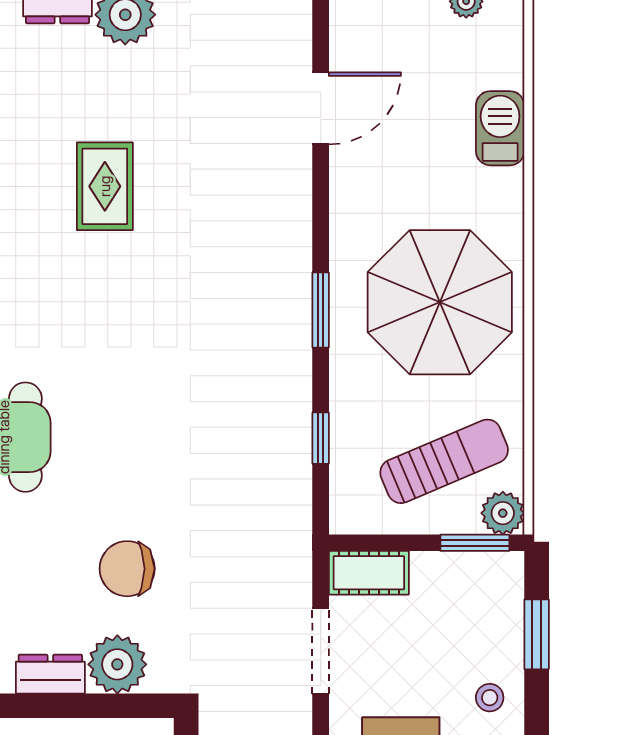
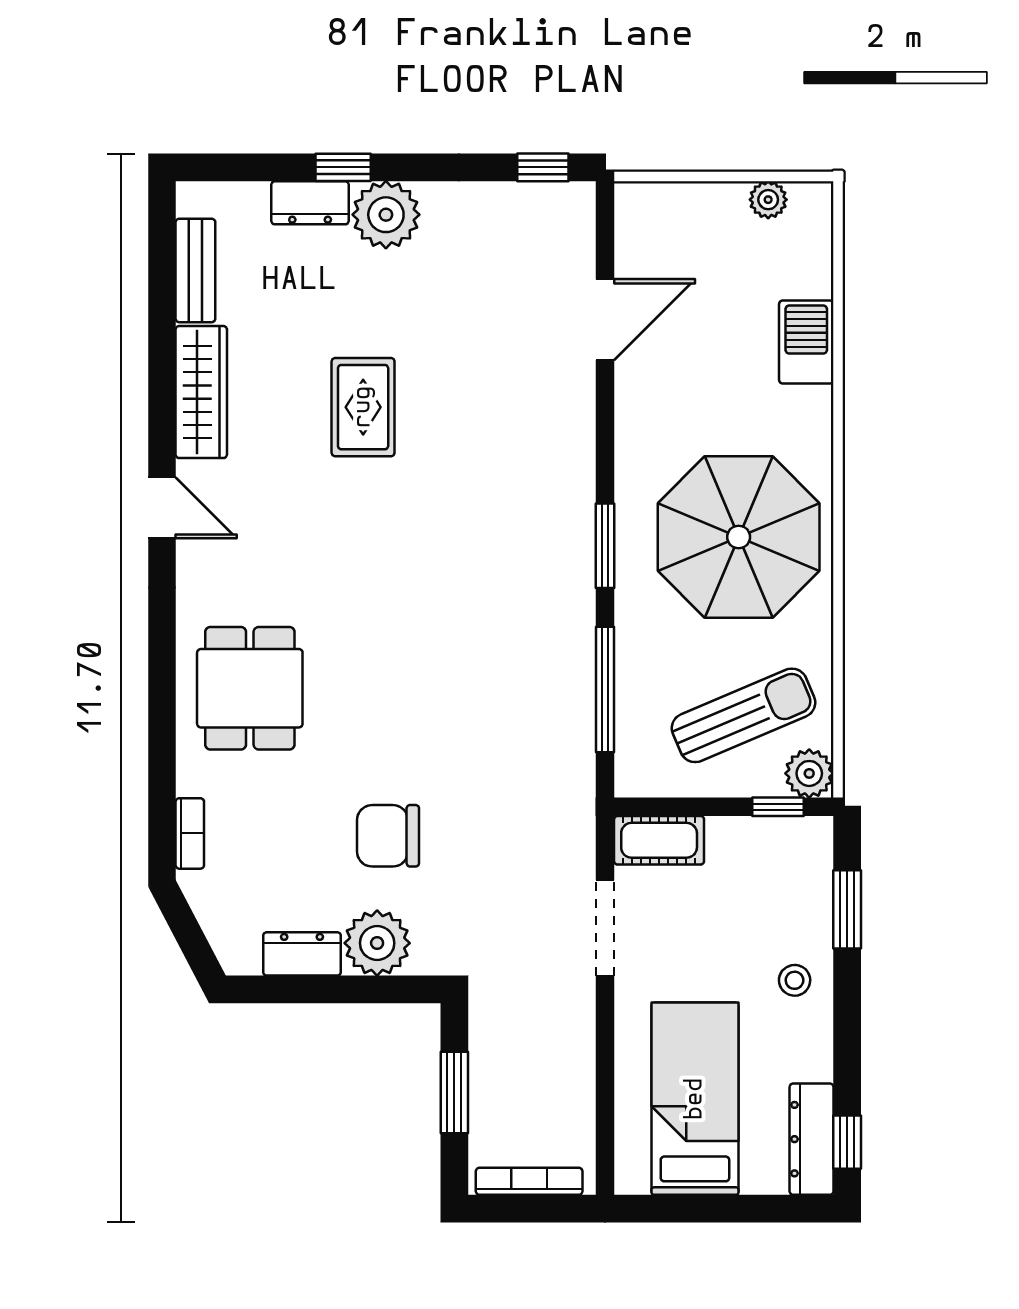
window: (321, 438) -> (605, 690), width x2.17
window: (475, 543) -> (778, 807), width x0.67

